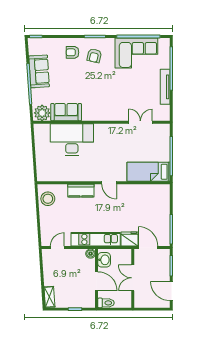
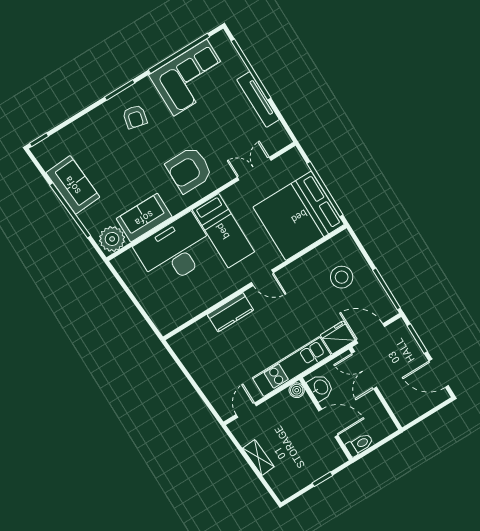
armchair: (72, 52) -> (189, 170), moved, width x1.88, depth x1.88
bed: (104, 145) -> (223, 231), added
bed: (149, 172) -> (299, 216), width x2.04
stool: (48, 199) -> (342, 277), moved
double door: (133, 278) -> (364, 370), moved
shelving: (49, 297) -> (258, 457), moved

